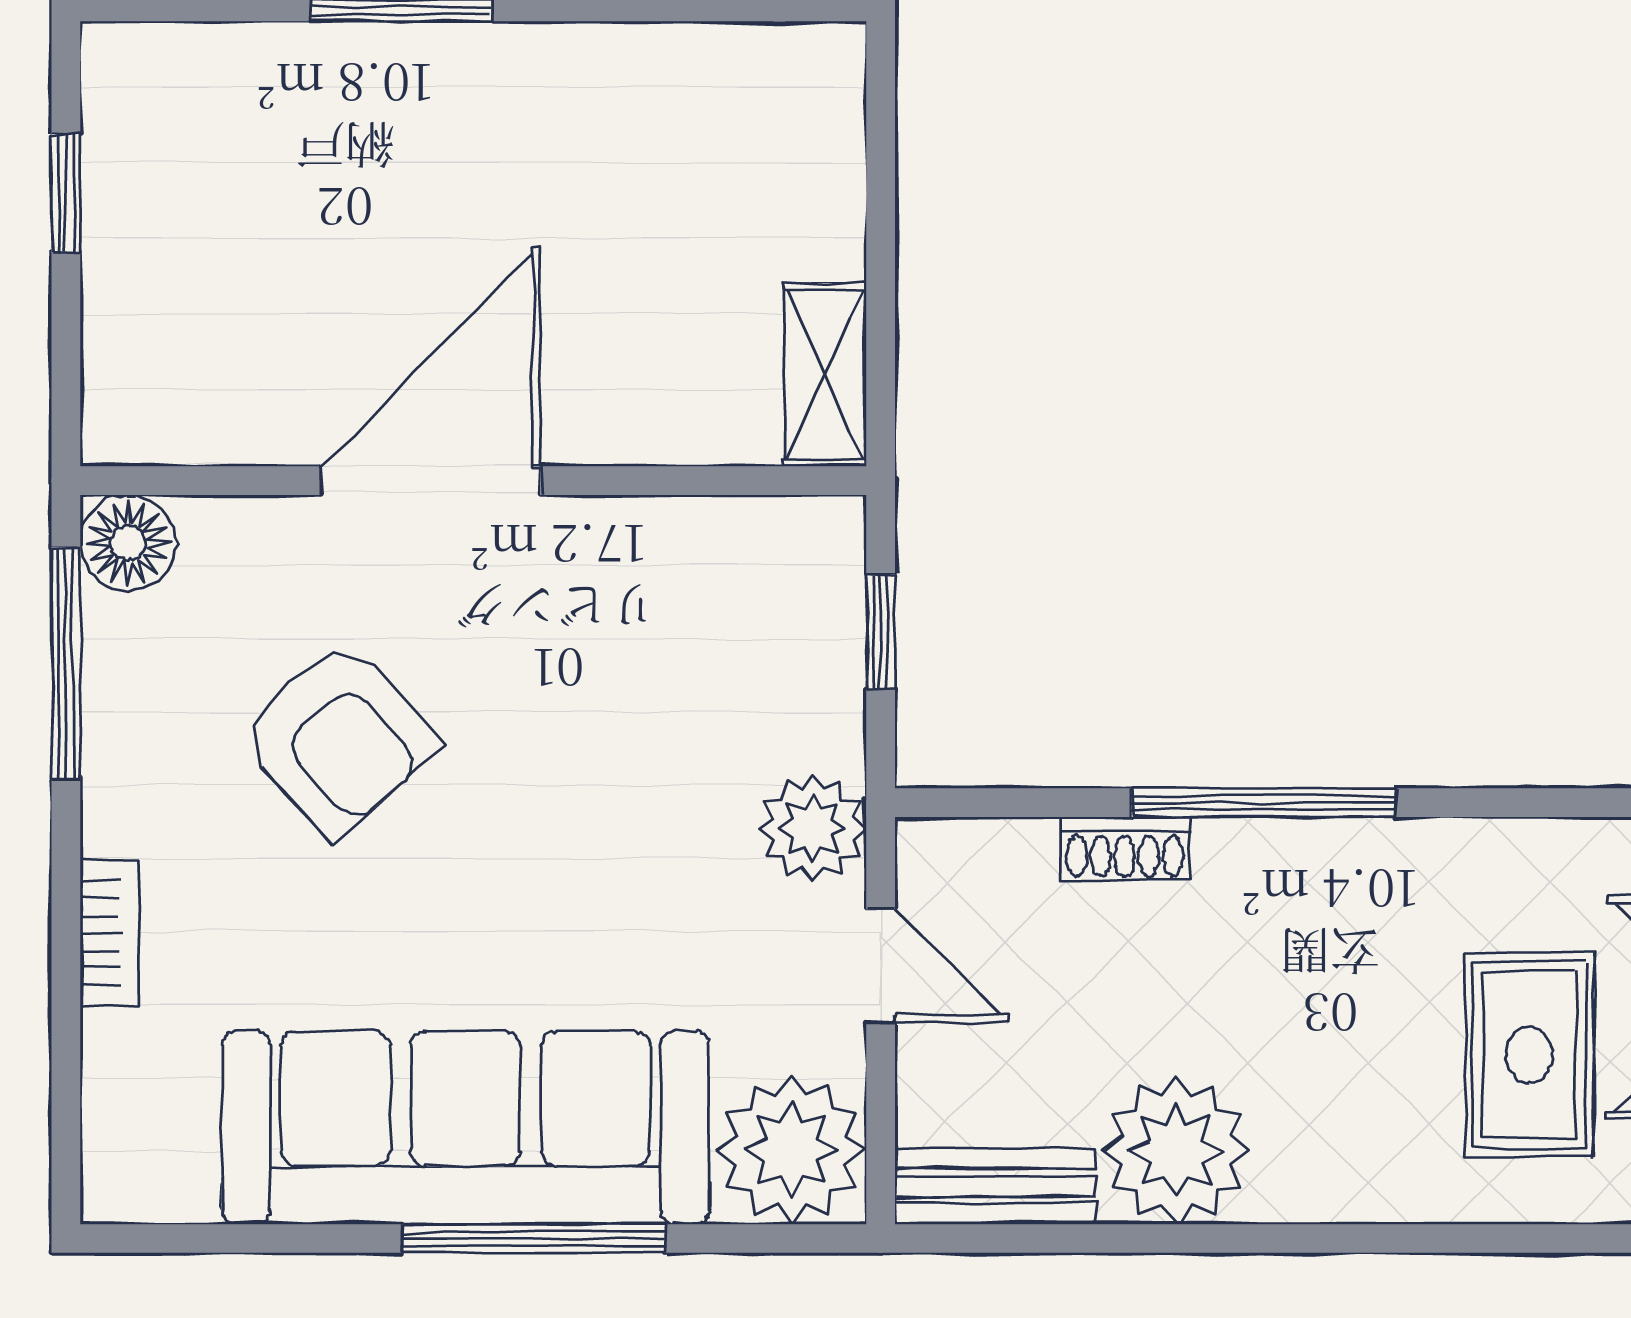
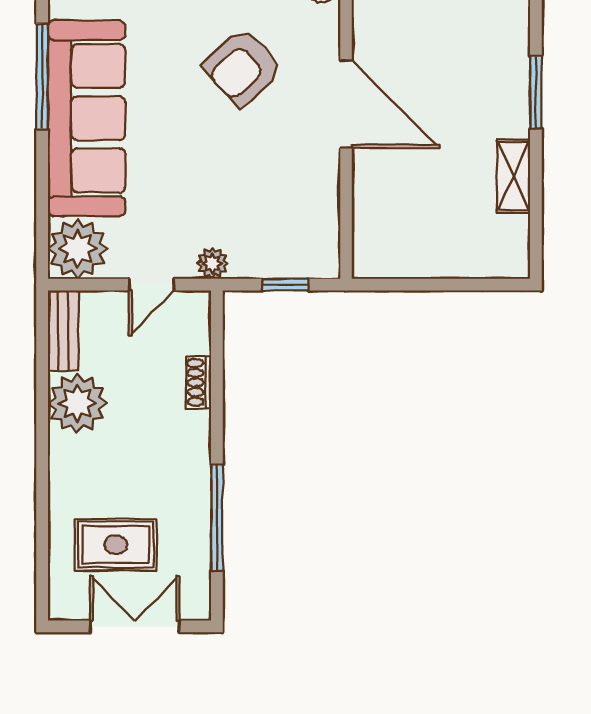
shelving: (825, 375) -> (514, 176), moved, turned 90
window: (1264, 803) -> (217, 518), moved
plant: (813, 828) -> (212, 263), width x0.73, depth x0.73
window: (534, 1238) -> (42, 76), moved

